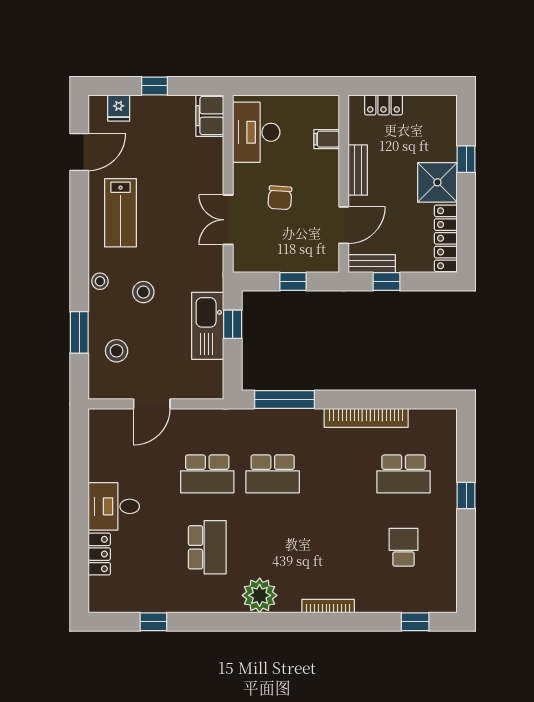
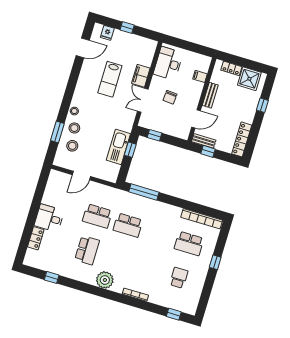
filing cabinet: (210, 116) -> (141, 76), moved
shower: (437, 182) -> (249, 79), moved
lab bench: (120, 213) -> (110, 79), moved
window: (293, 282) -> (155, 135), moved
stool: (143, 292) -> (74, 128), moved
bookcase: (366, 418) -> (202, 219), moved

